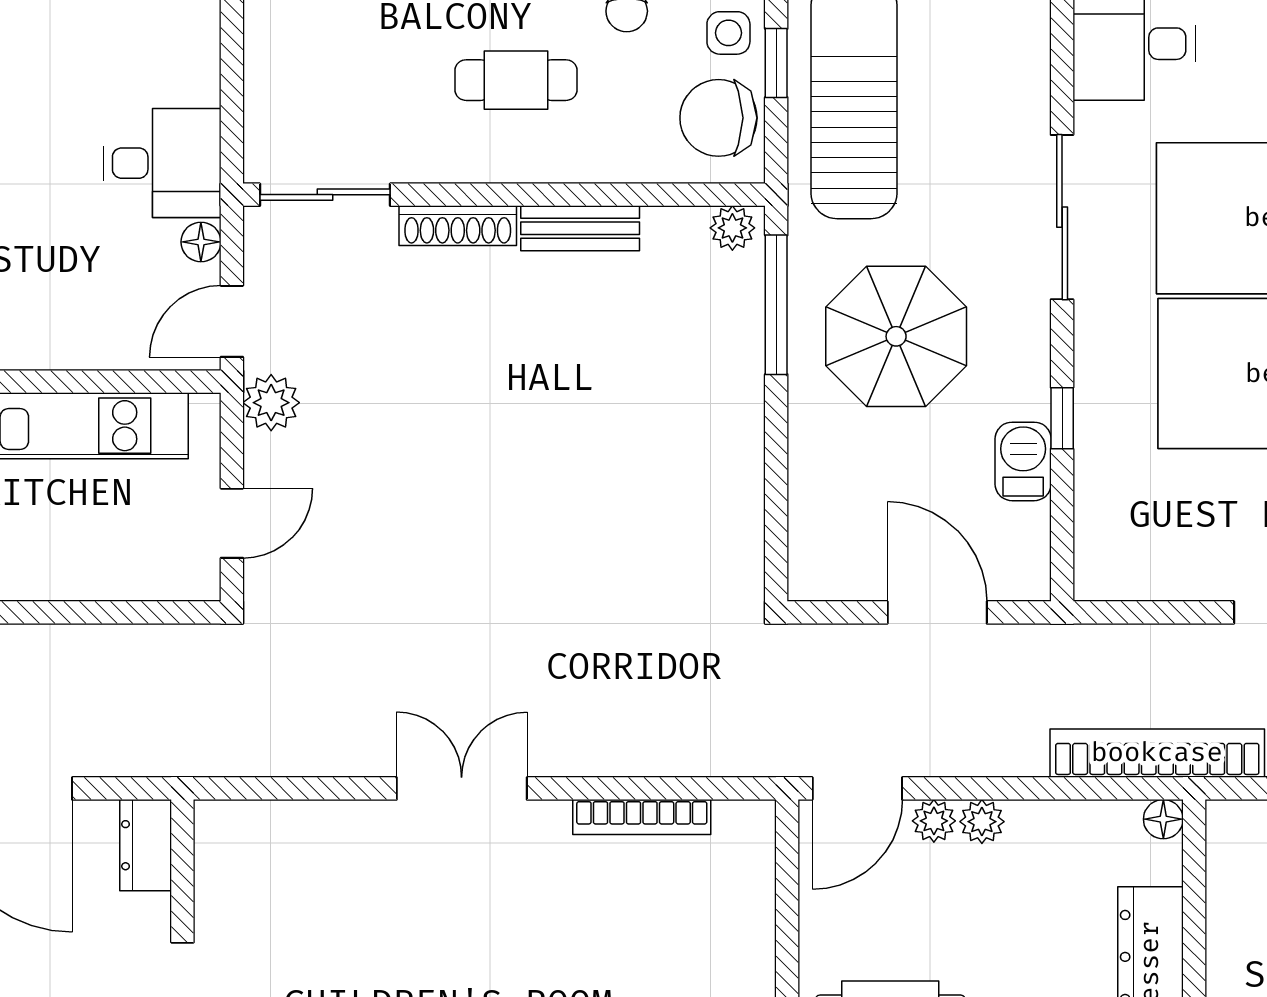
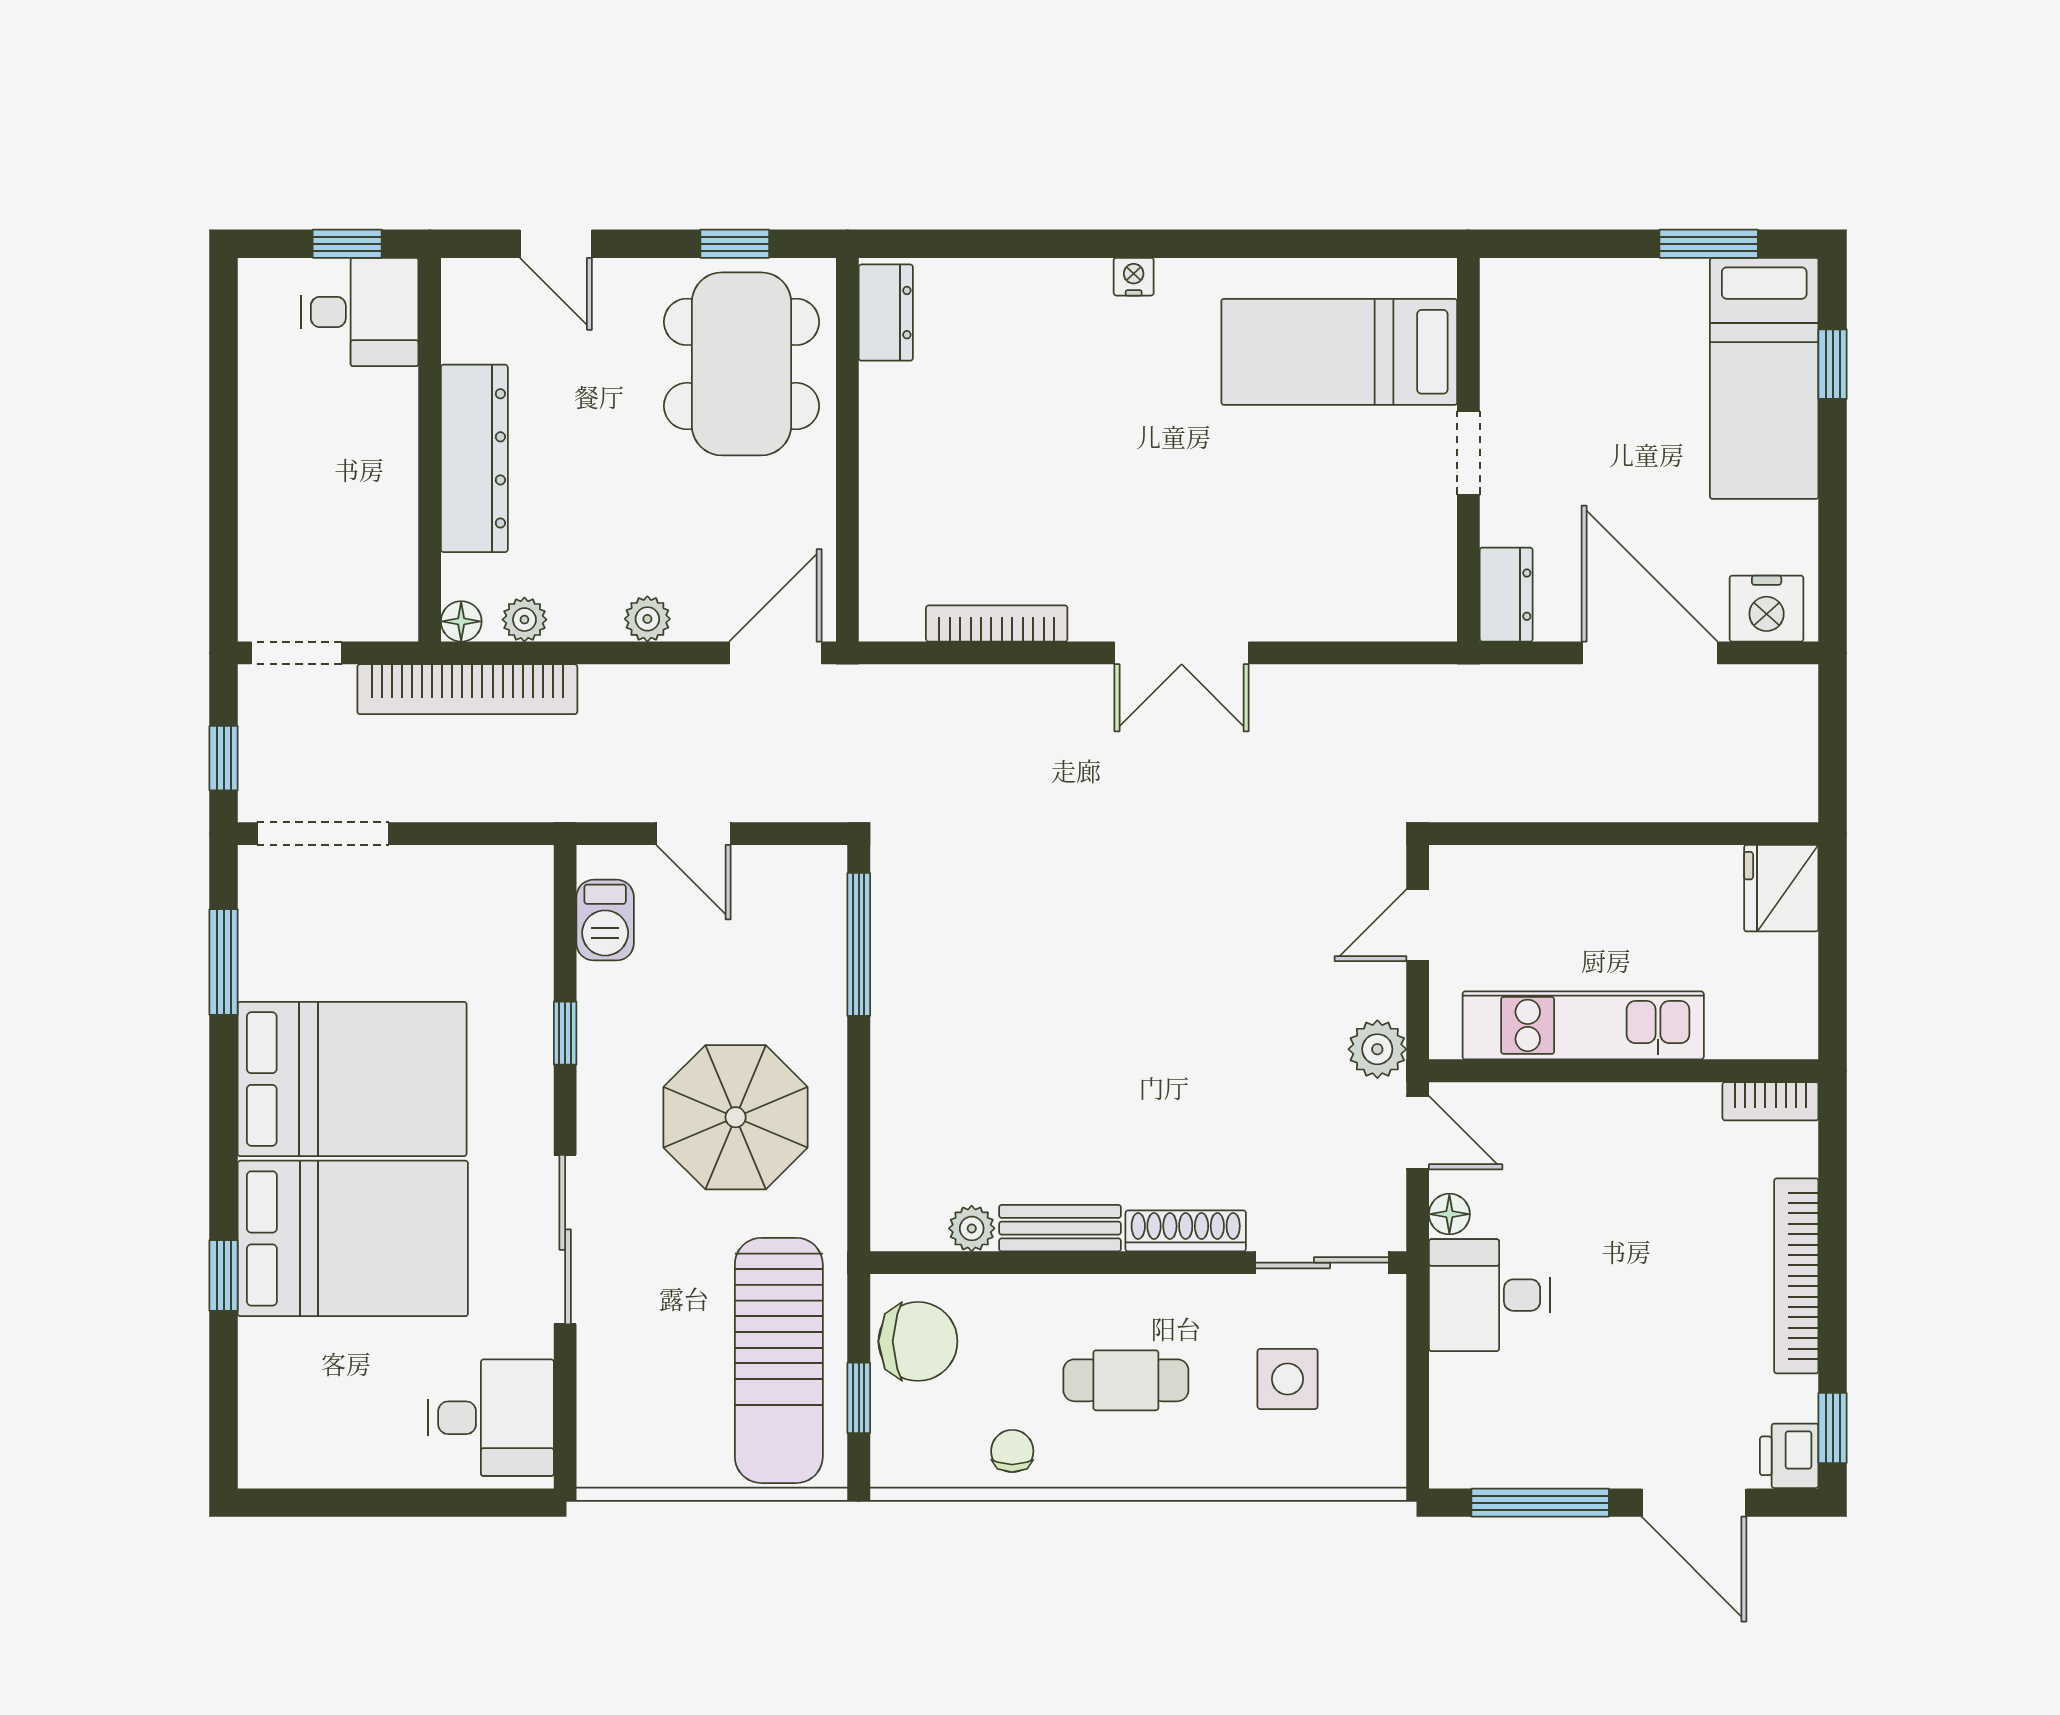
side table: (728, 33) -> (1288, 1379), moved, width x1.37, depth x1.37
plant: (732, 228) -> (972, 1228), moved
window: (776, 305) -> (859, 944), moved
door: (232, 321) -> (1418, 1133), hinge flipped
barbecue: (1023, 461) -> (605, 920), moved
door: (937, 612) -> (693, 834), width x0.73
plant: (934, 821) -> (524, 620), moved

